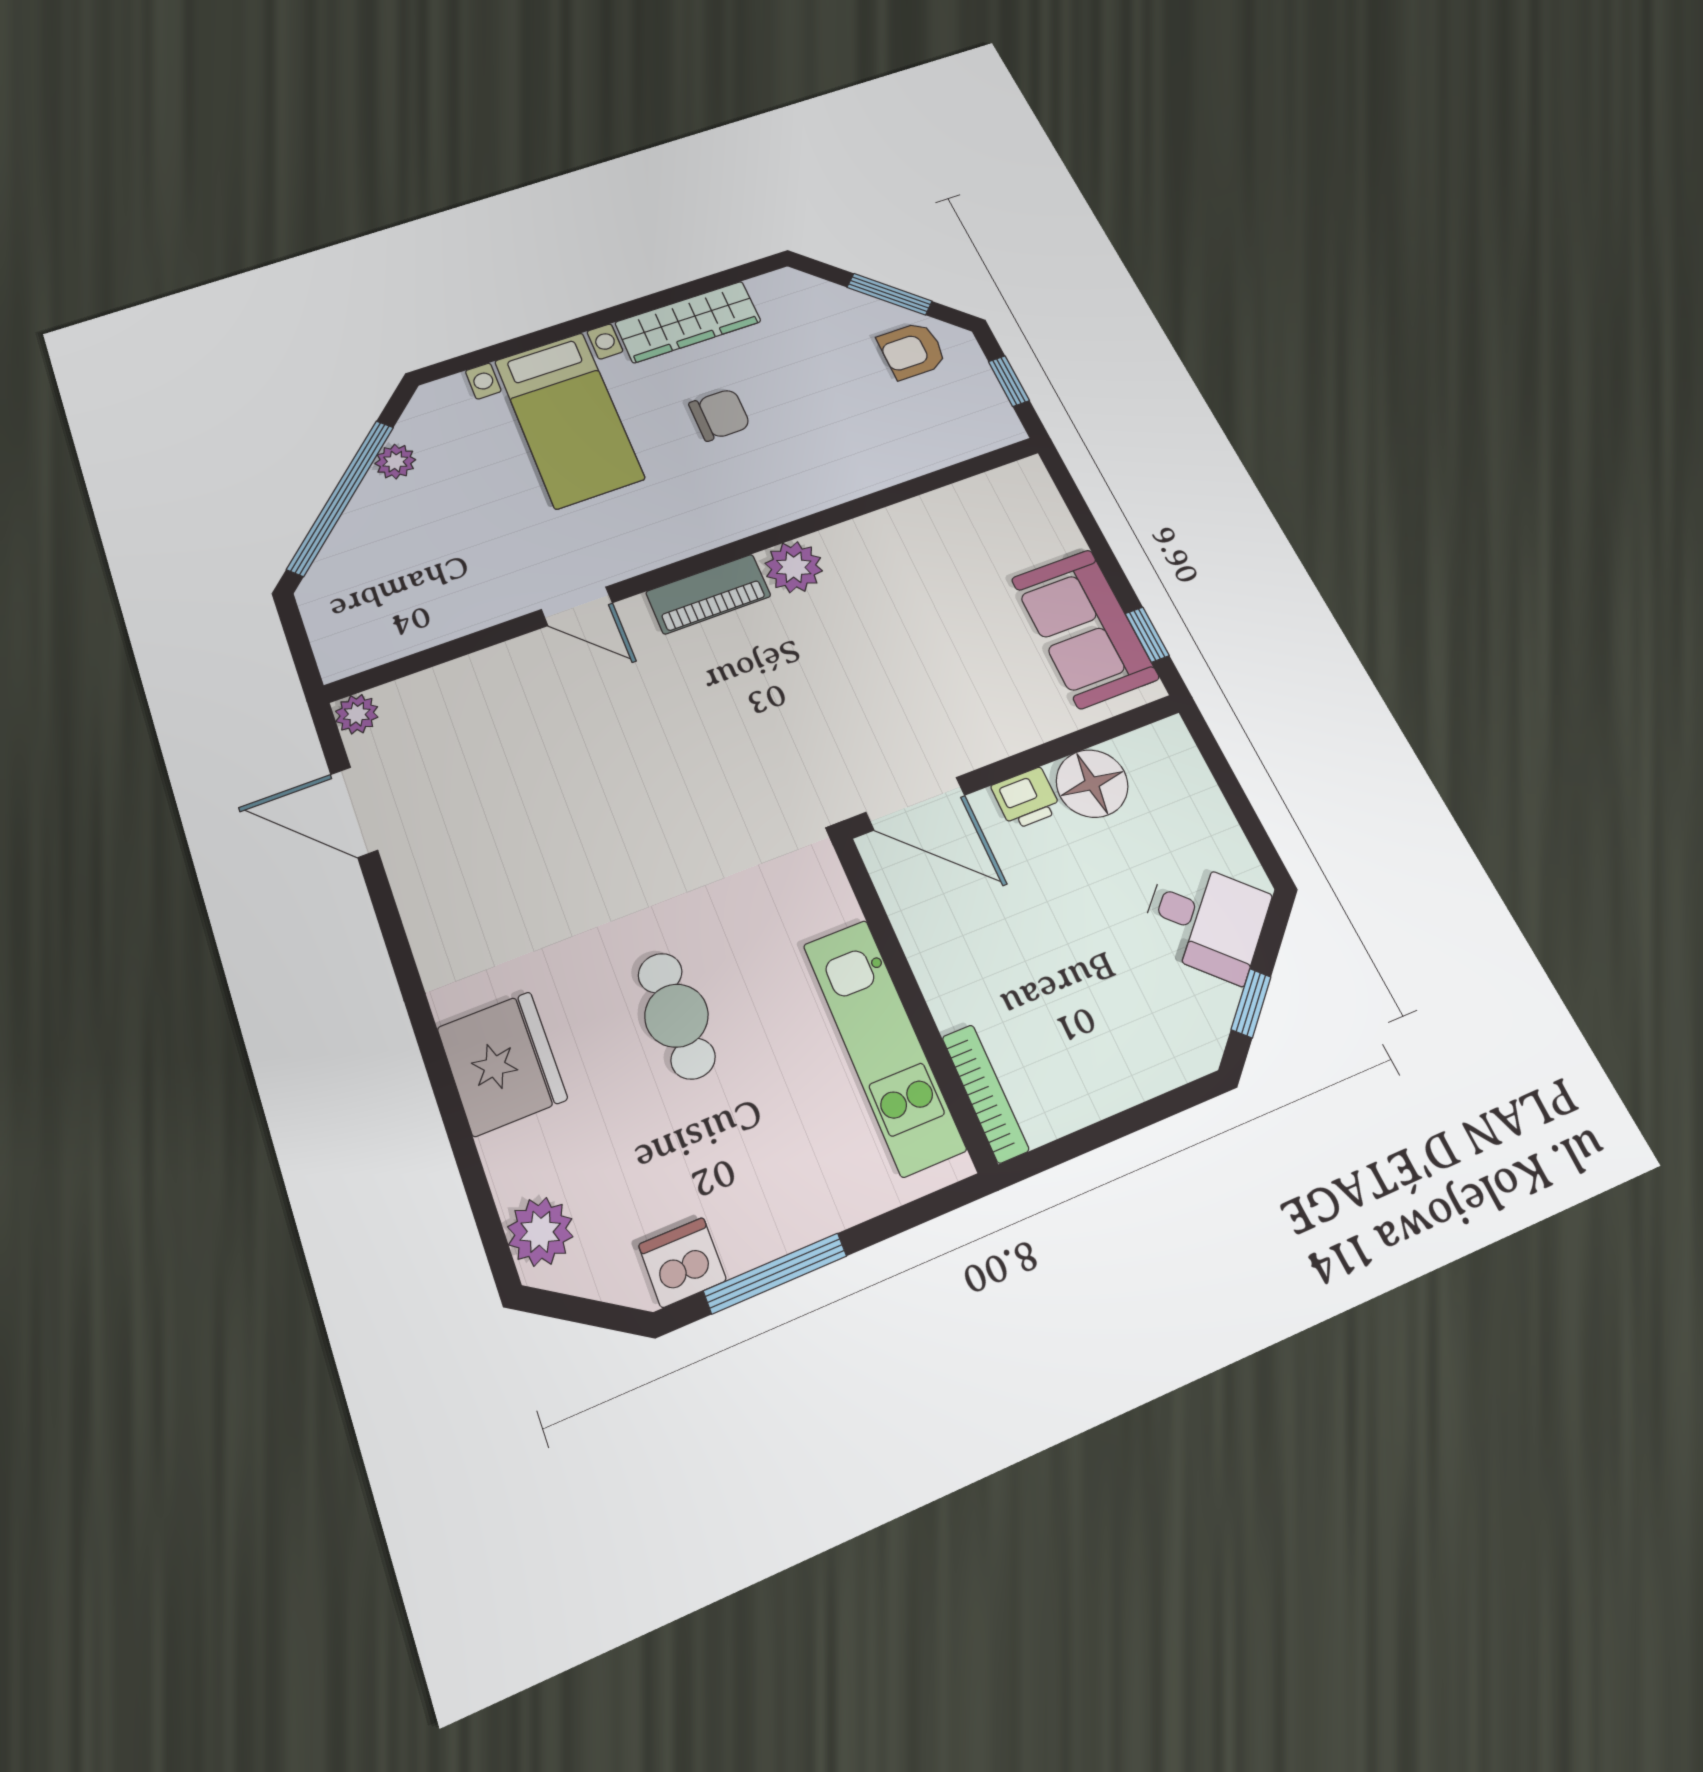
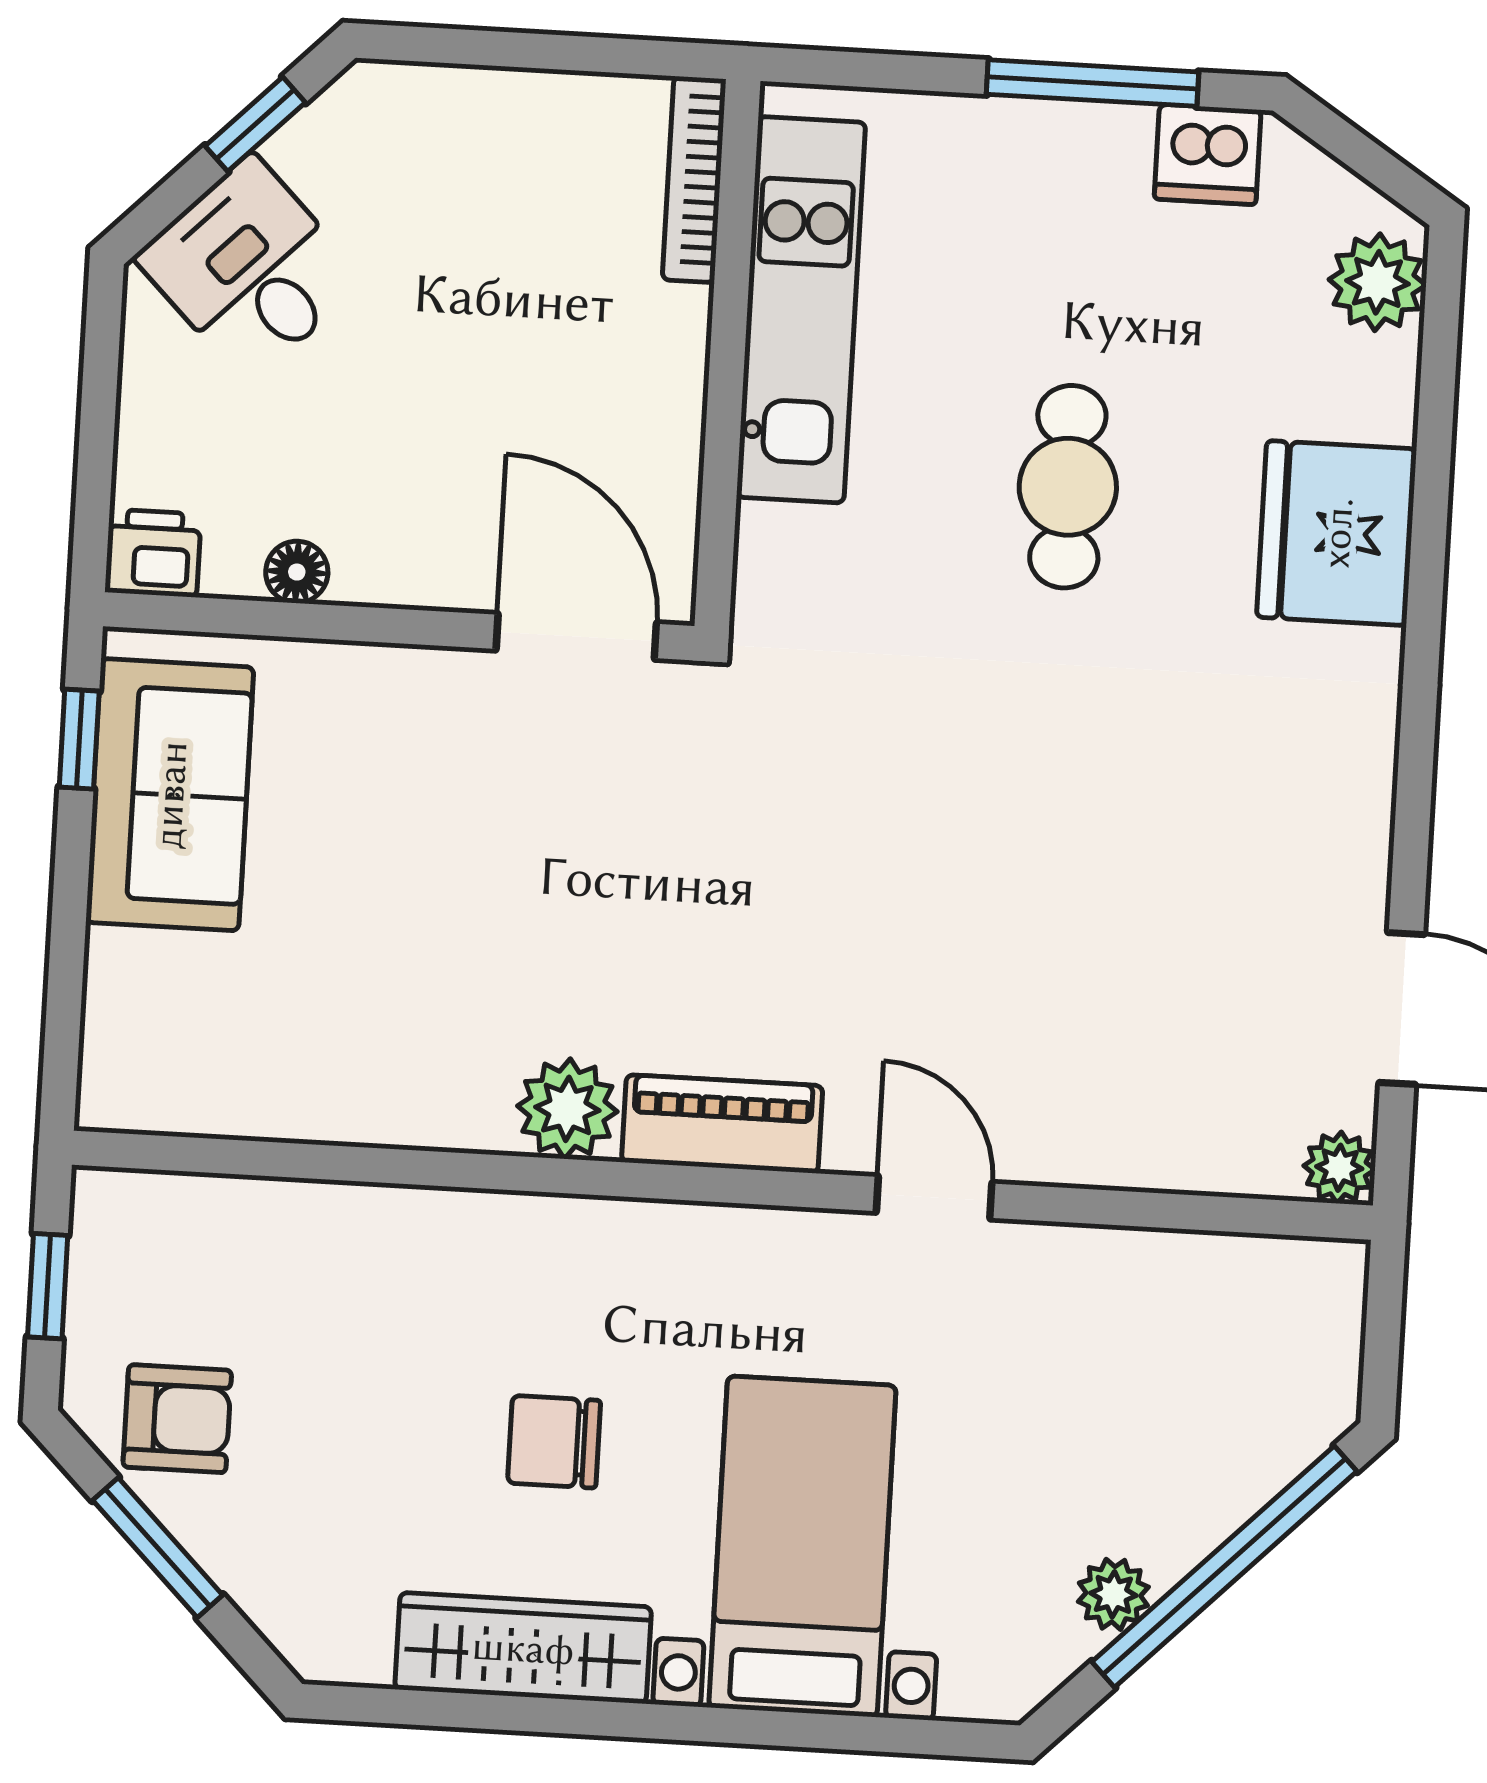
floor lamp: (1092, 784) -> (297, 572), width x0.53, depth x0.53
printer: (1026, 798) -> (153, 553), moved

